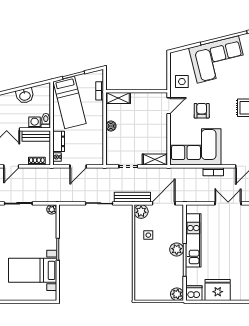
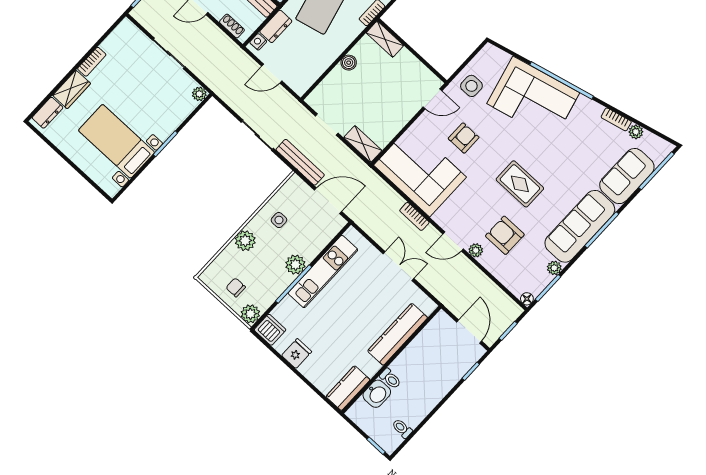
plant: (141, 211) -> (245, 241), moved
chair: (158, 288) -> (236, 287), added
fridge: (218, 290) -> (297, 354), width x0.53, depth x0.75

